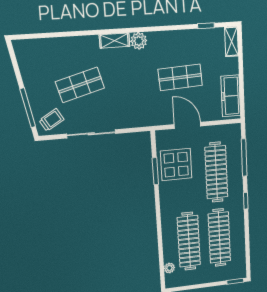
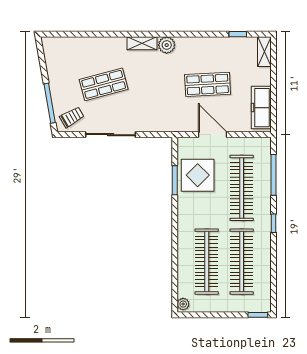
plant: (169, 268) -> (183, 304), moved

